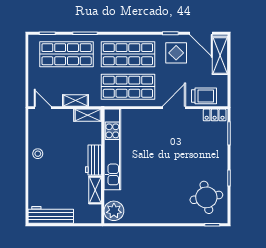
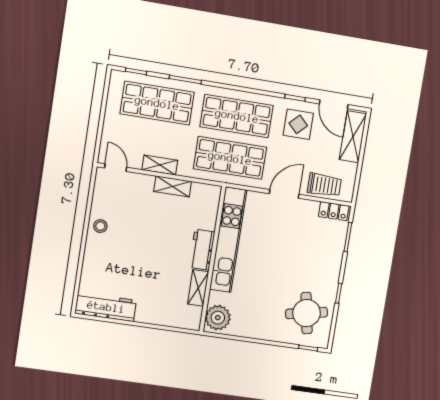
kitchen unit: (112, 149) -> (228, 240), moved
workbench: (94, 160) -> (202, 250), moved
wall: (103, 166) -> (212, 259), moved
shelving: (95, 190) -> (198, 288), moved
plant: (114, 211) -> (218, 318), moved

